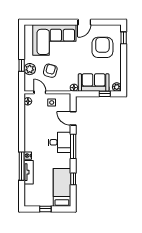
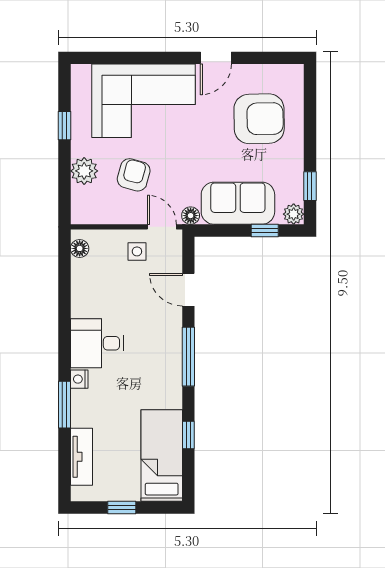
window: (124, 38) -> (310, 186), moved
armchair: (102, 47) -> (259, 119), turned 89
window: (22, 65) -> (64, 126), moved
door: (40, 92) -> (162, 227), moved
desk: (59, 142) -> (97, 343), moved, turned 180
window: (22, 166) -> (64, 405), width x0.69
tv unit: (29, 172) -> (81, 457), moved

